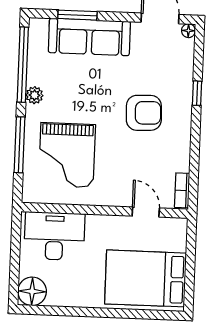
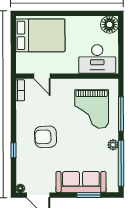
grand piano: (67, 155) -> (92, 109), turned 180

